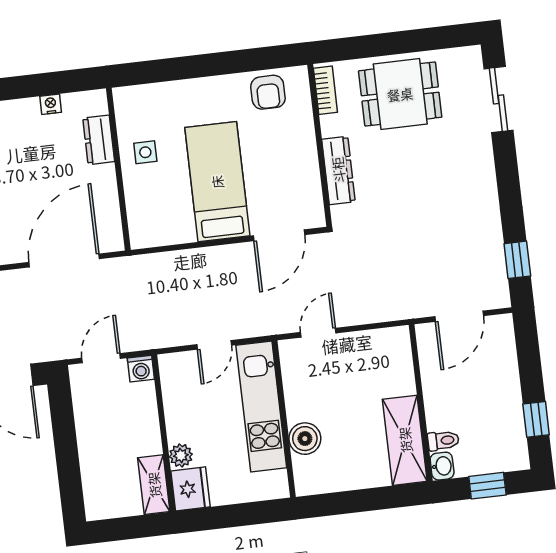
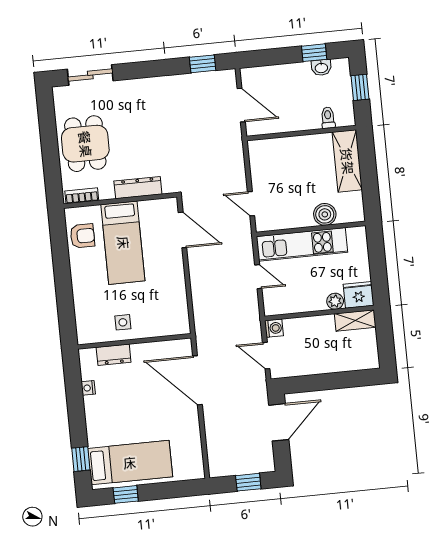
bed: (217, 182) -> (123, 243), moved, turned -90
shelving: (405, 440) -> (347, 161), moved, turned 90
washbasin: (442, 466) -> (321, 68), moved, turned 180

